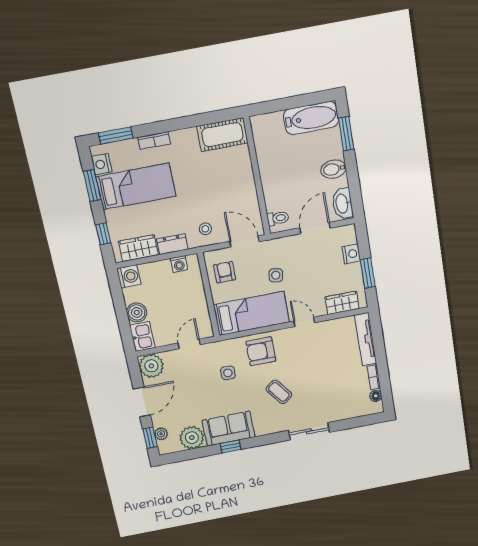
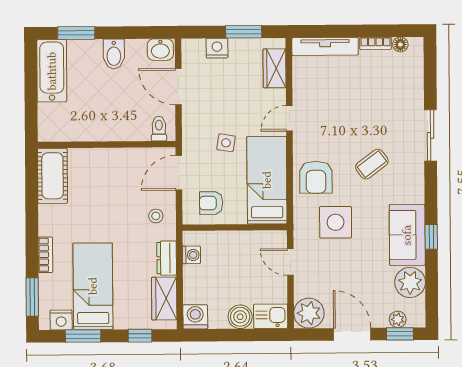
washbasin: (342, 203) -> (160, 50), width x0.72
side table: (228, 373) -> (336, 222), width x1.87, depth x1.87

